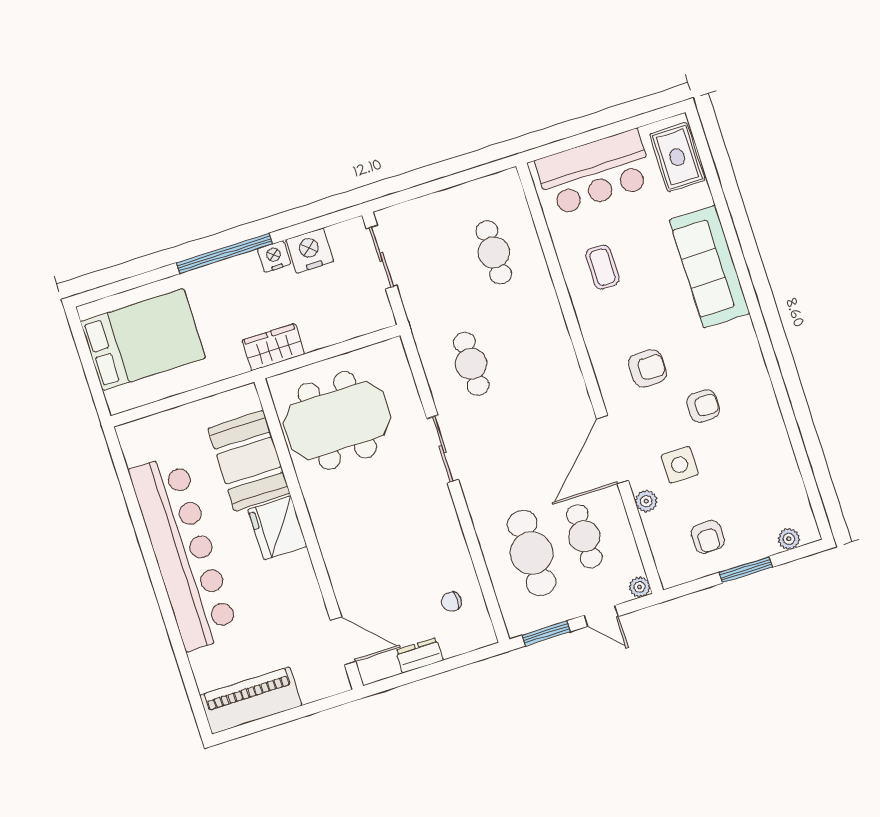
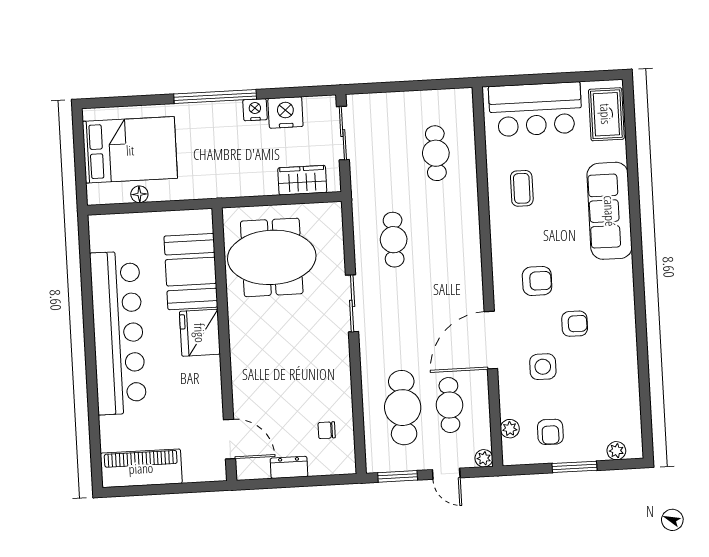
wardrobe: (273, 347) -> (302, 180), moved
floor lamp: (167, 388) -> (139, 194), added
plant: (646, 501) -> (510, 429), moved

